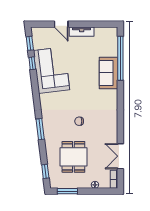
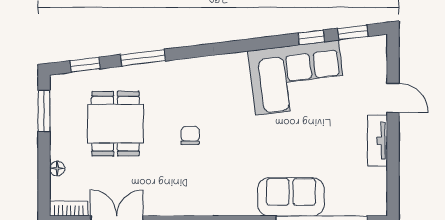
door: (61, 24) -> (393, 98), swing flipped
window: (40, 129) -> (143, 58), moved
dining table: (73, 157) -> (115, 124), turned 90

